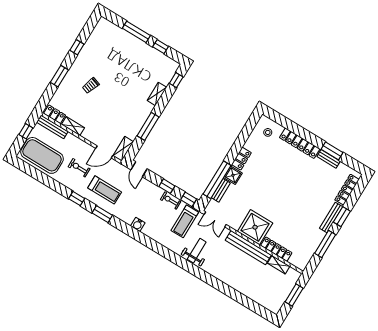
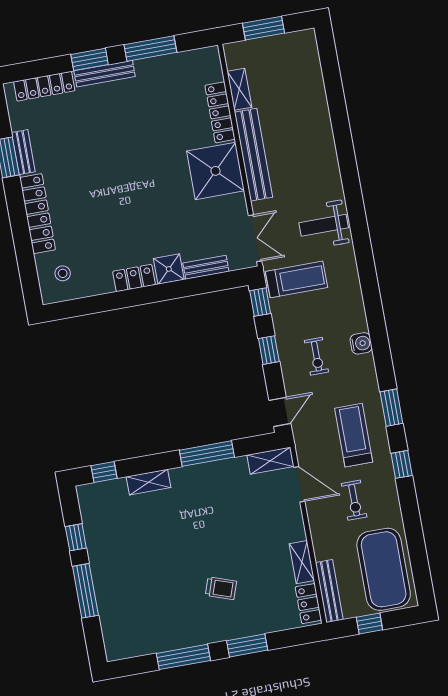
window: (77, 47) -> (183, 657), width x2.17
window: (217, 180) -> (195, 286), removed
exercise bike: (171, 200) -> (316, 356), moved

